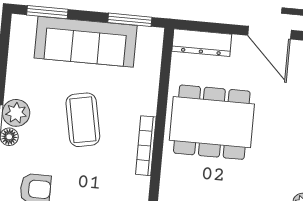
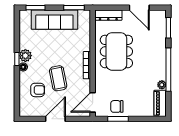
coffee table: (83, 120) -> (58, 78), moved
dining table: (212, 122) -> (116, 51), turned 90

